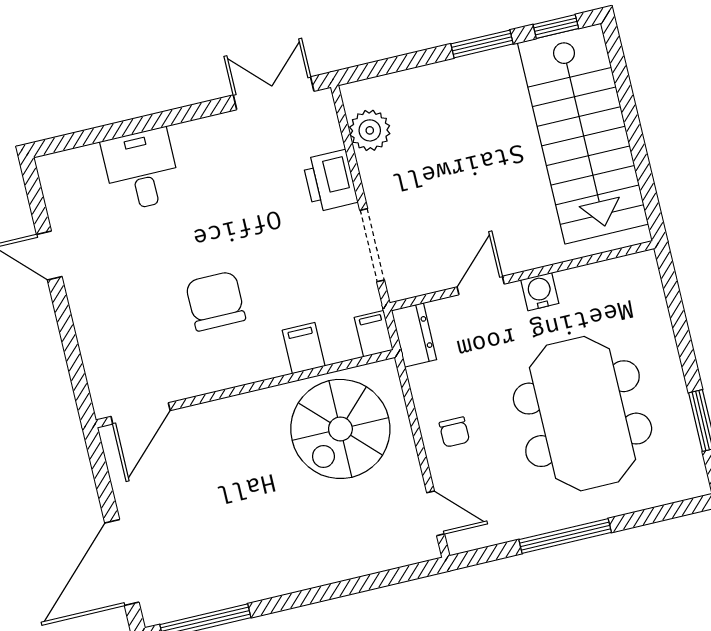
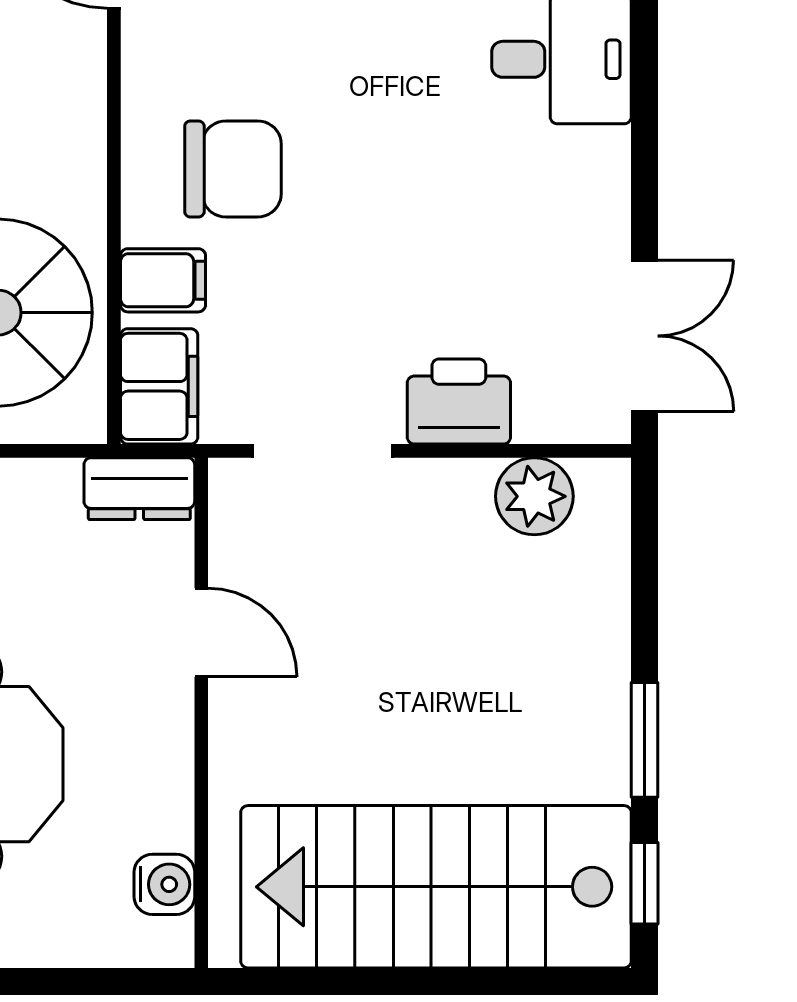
water cooler: (540, 292) -> (164, 884), moved
chair: (216, 301) -> (233, 169), moved
filing cabinet: (374, 334) -> (159, 386), width x2.00

